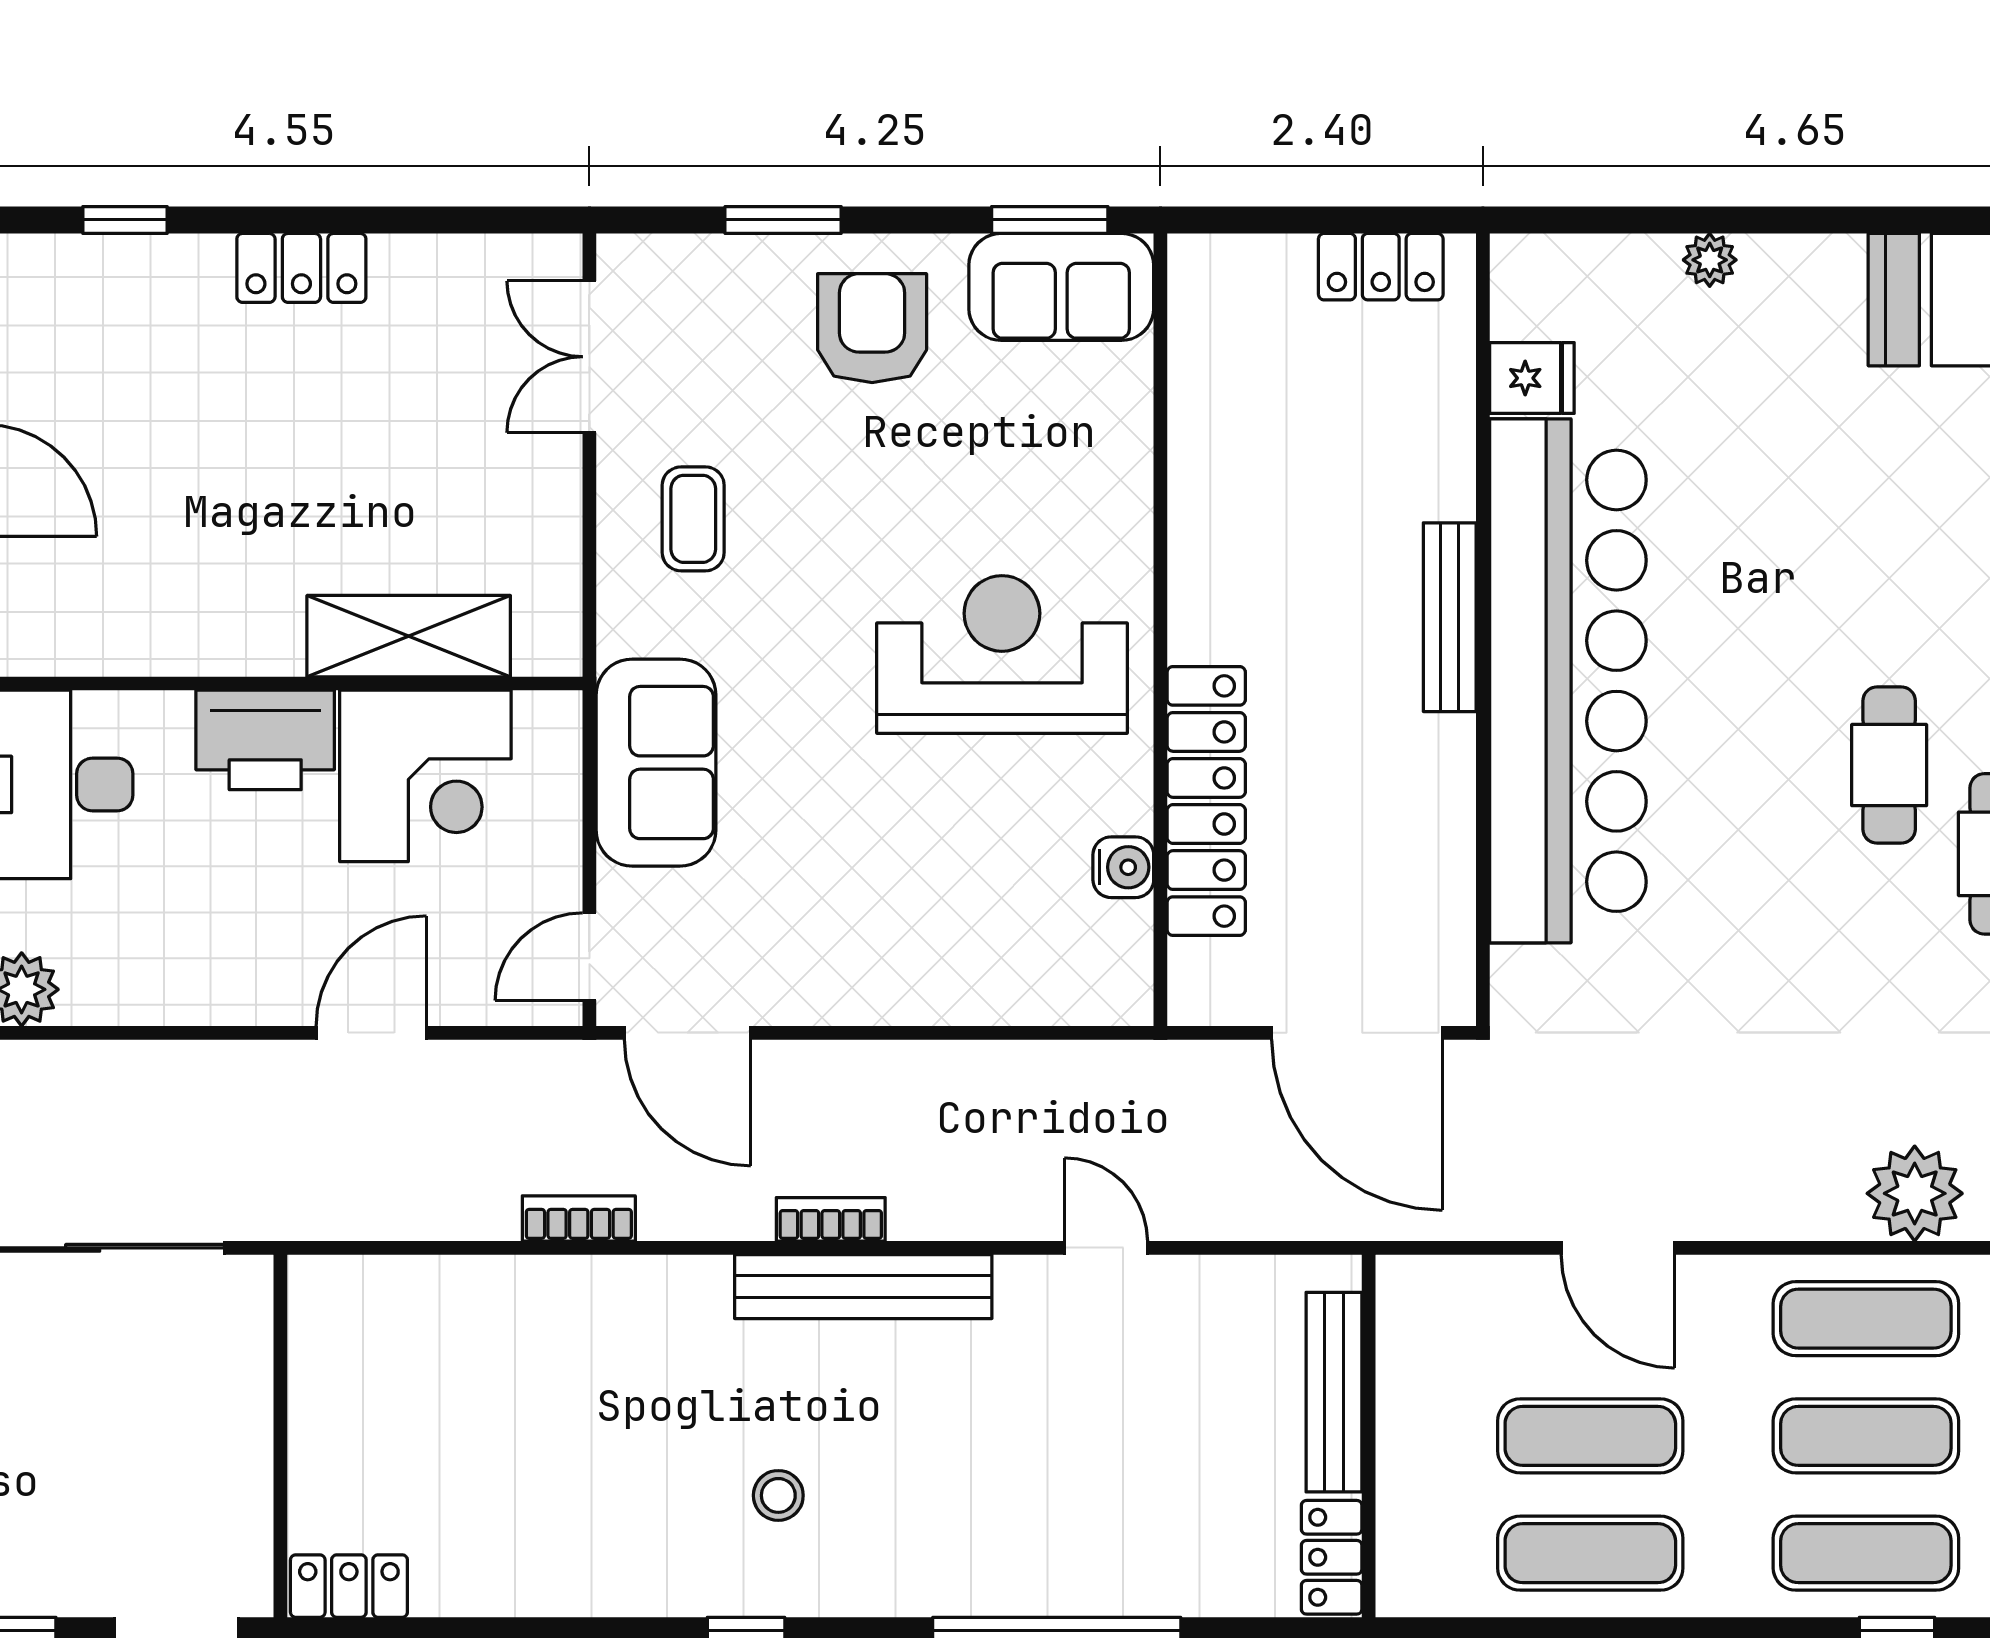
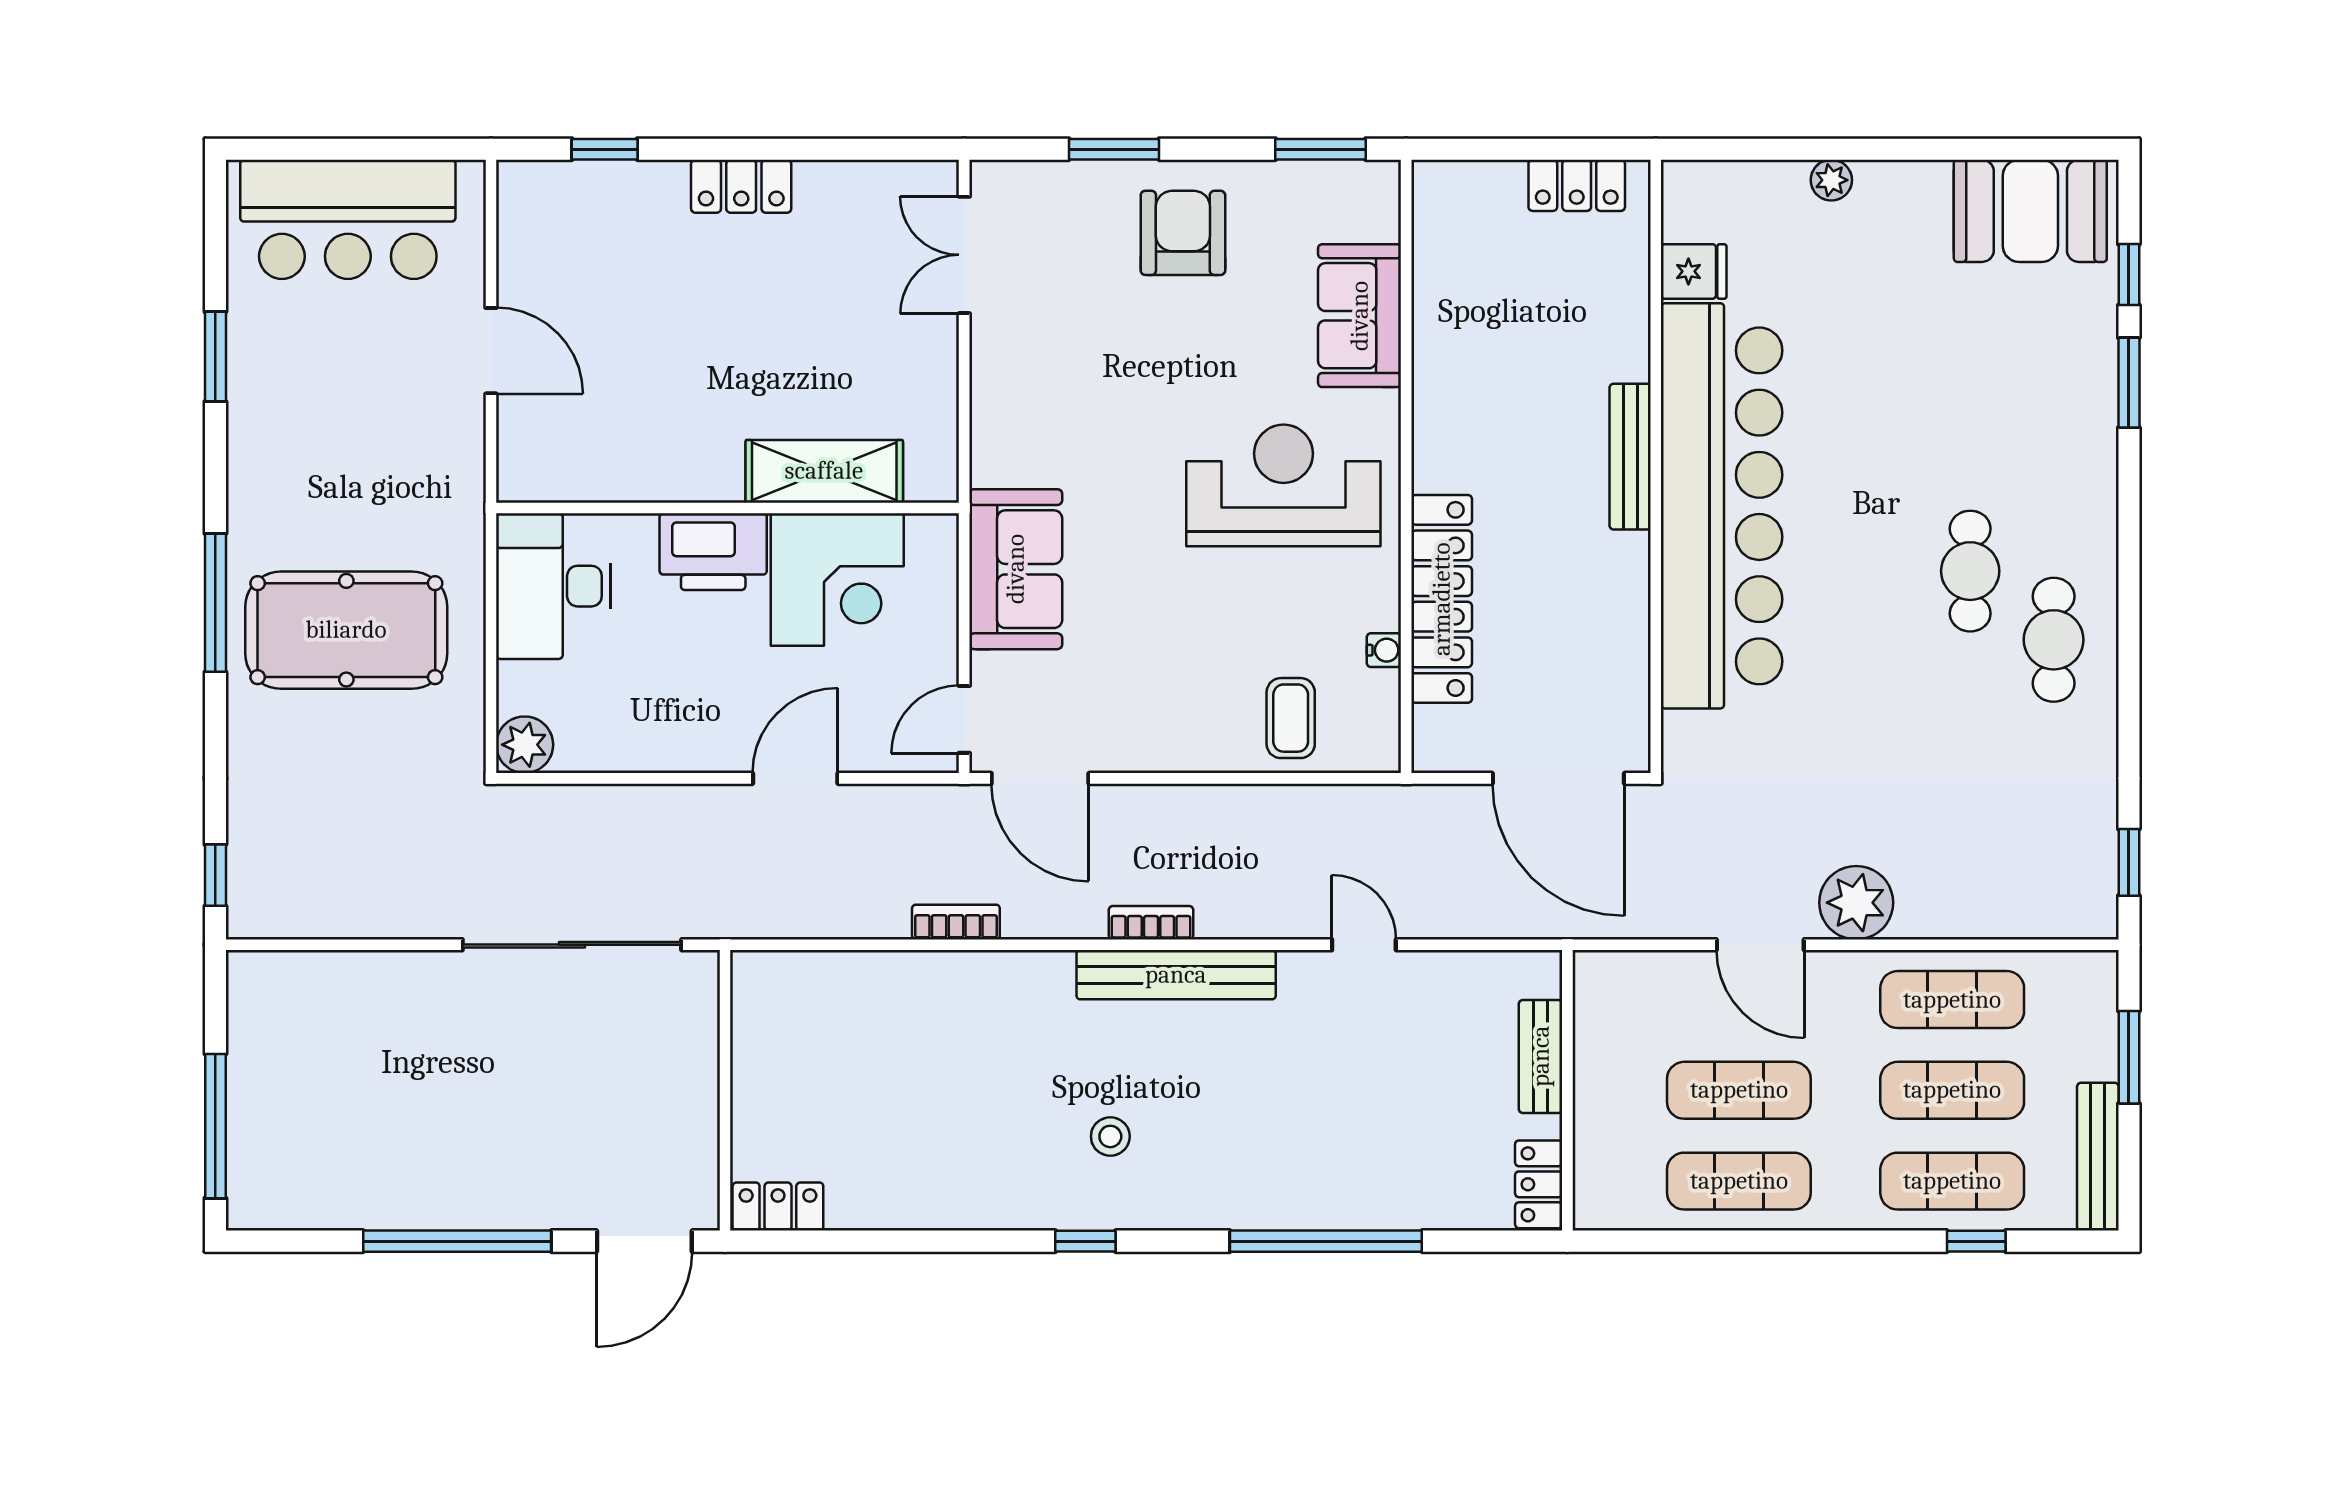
sofa: (1061, 287) -> (1360, 316), moved, turned 90
coffee table: (693, 519) -> (1291, 718), moved
water cooler: (1123, 867) -> (1384, 650), width x0.72, depth x0.72
plant: (1915, 1193) -> (1856, 903), moved
bench: (1334, 1392) -> (1541, 1056), width x0.73

